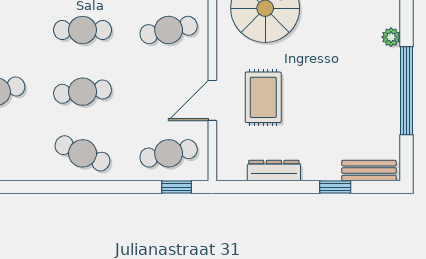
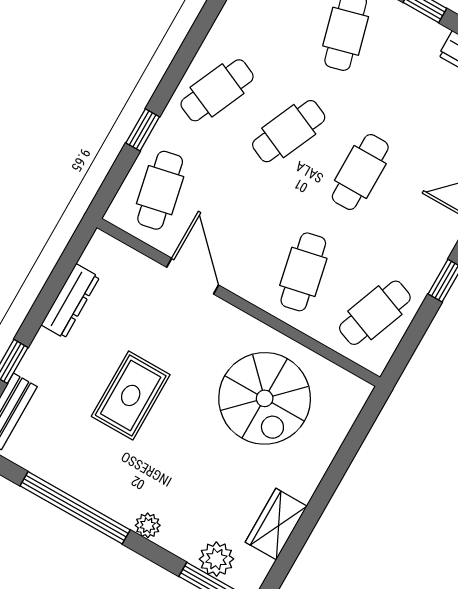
cafe table: (83, 92) -> (289, 131), turned 30
rug: (263, 97) -> (131, 395), moved, turned 90
window: (176, 187) -> (143, 130), moved

